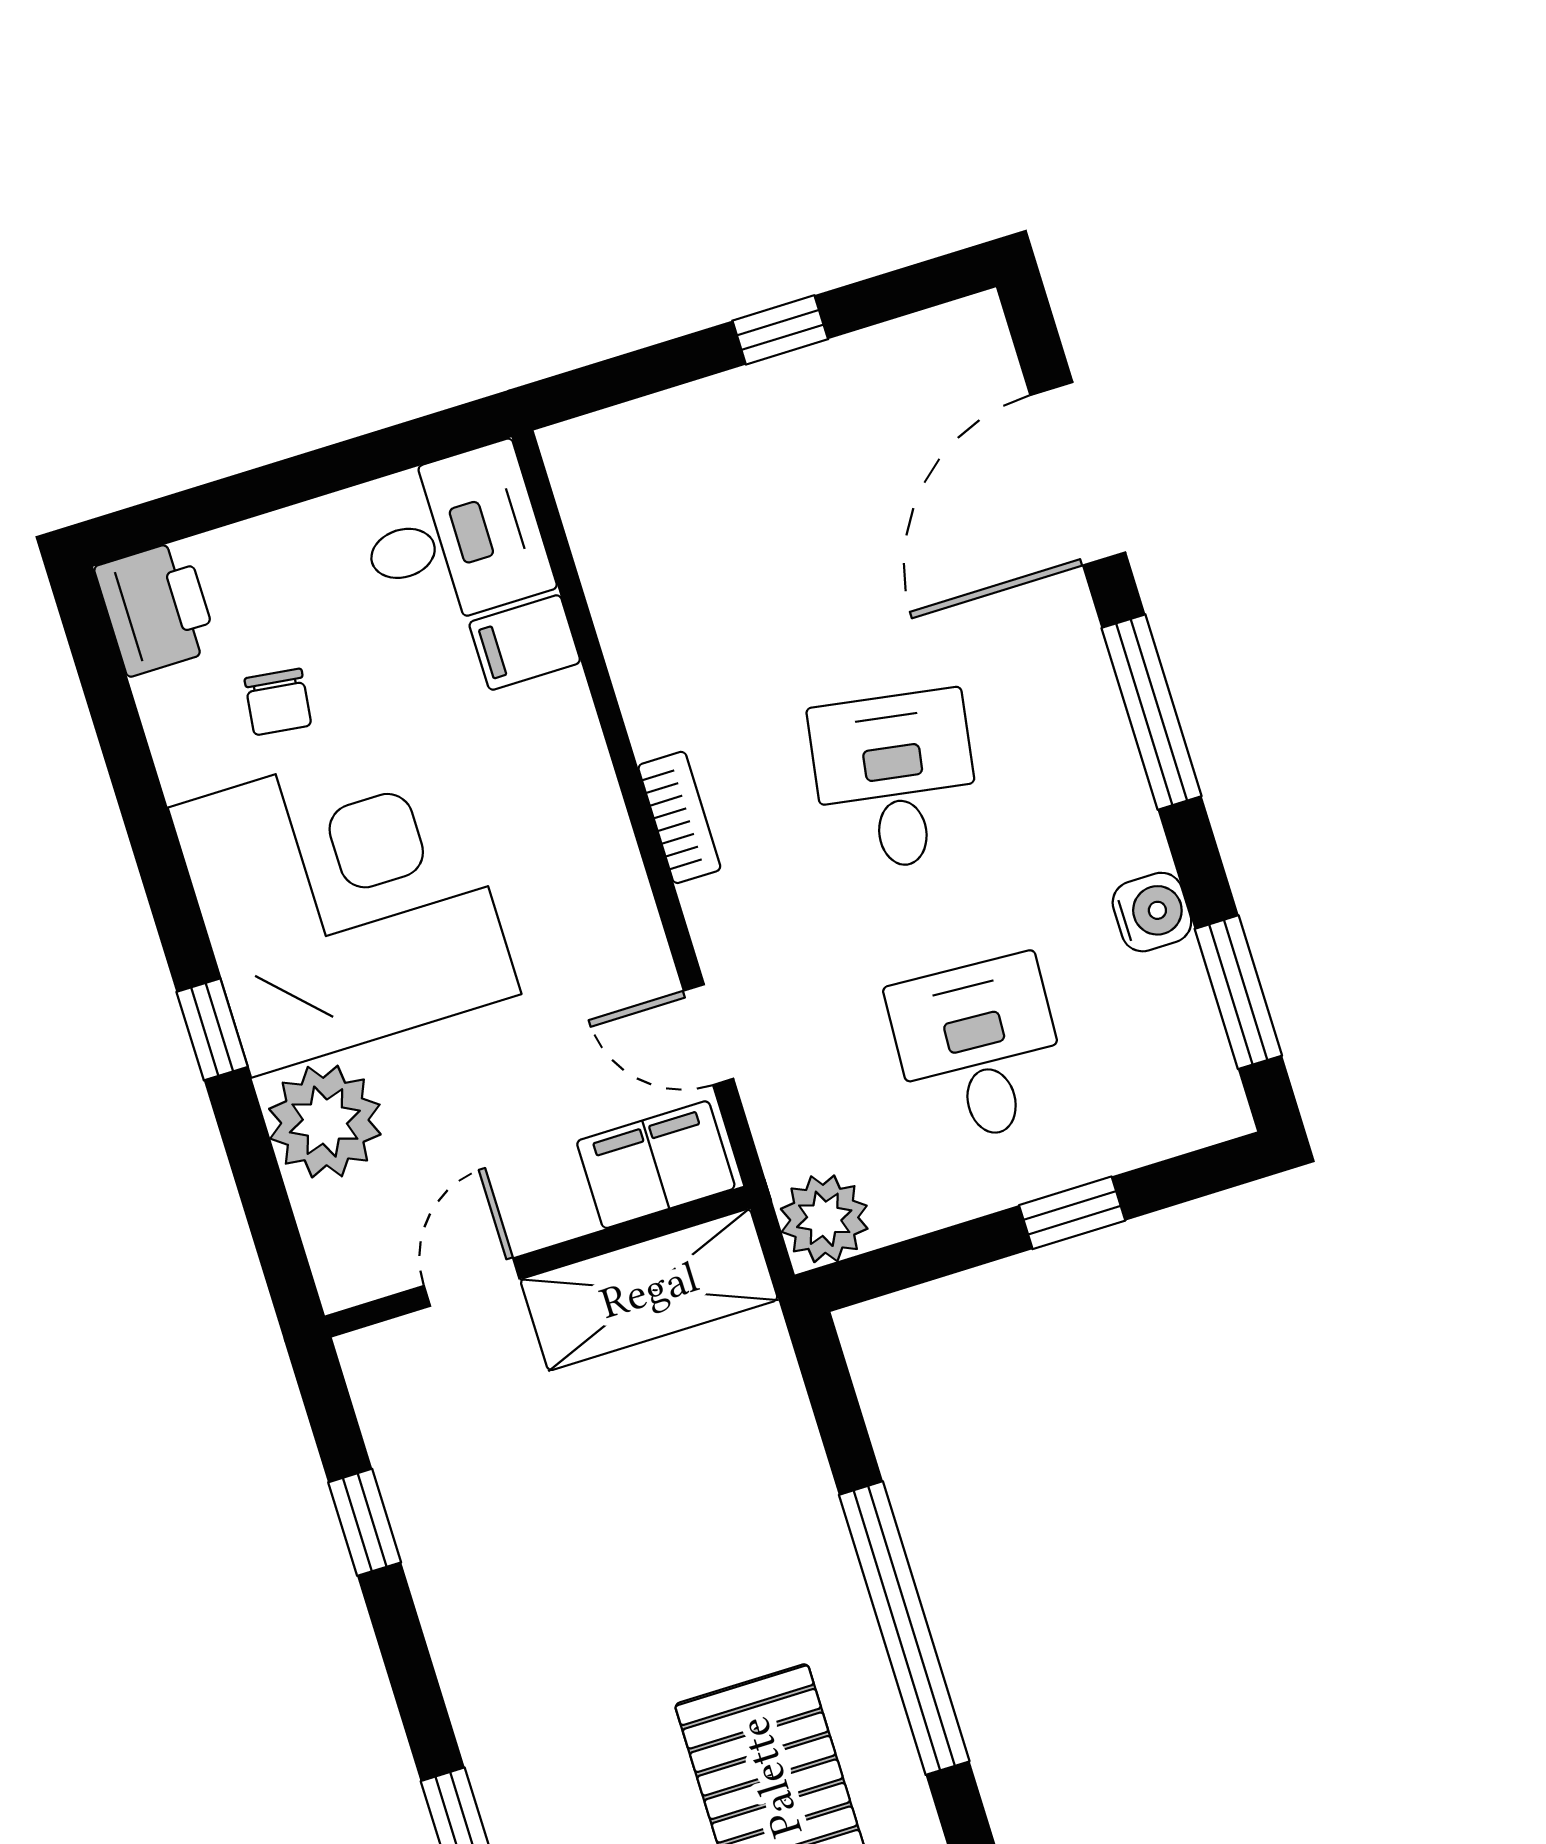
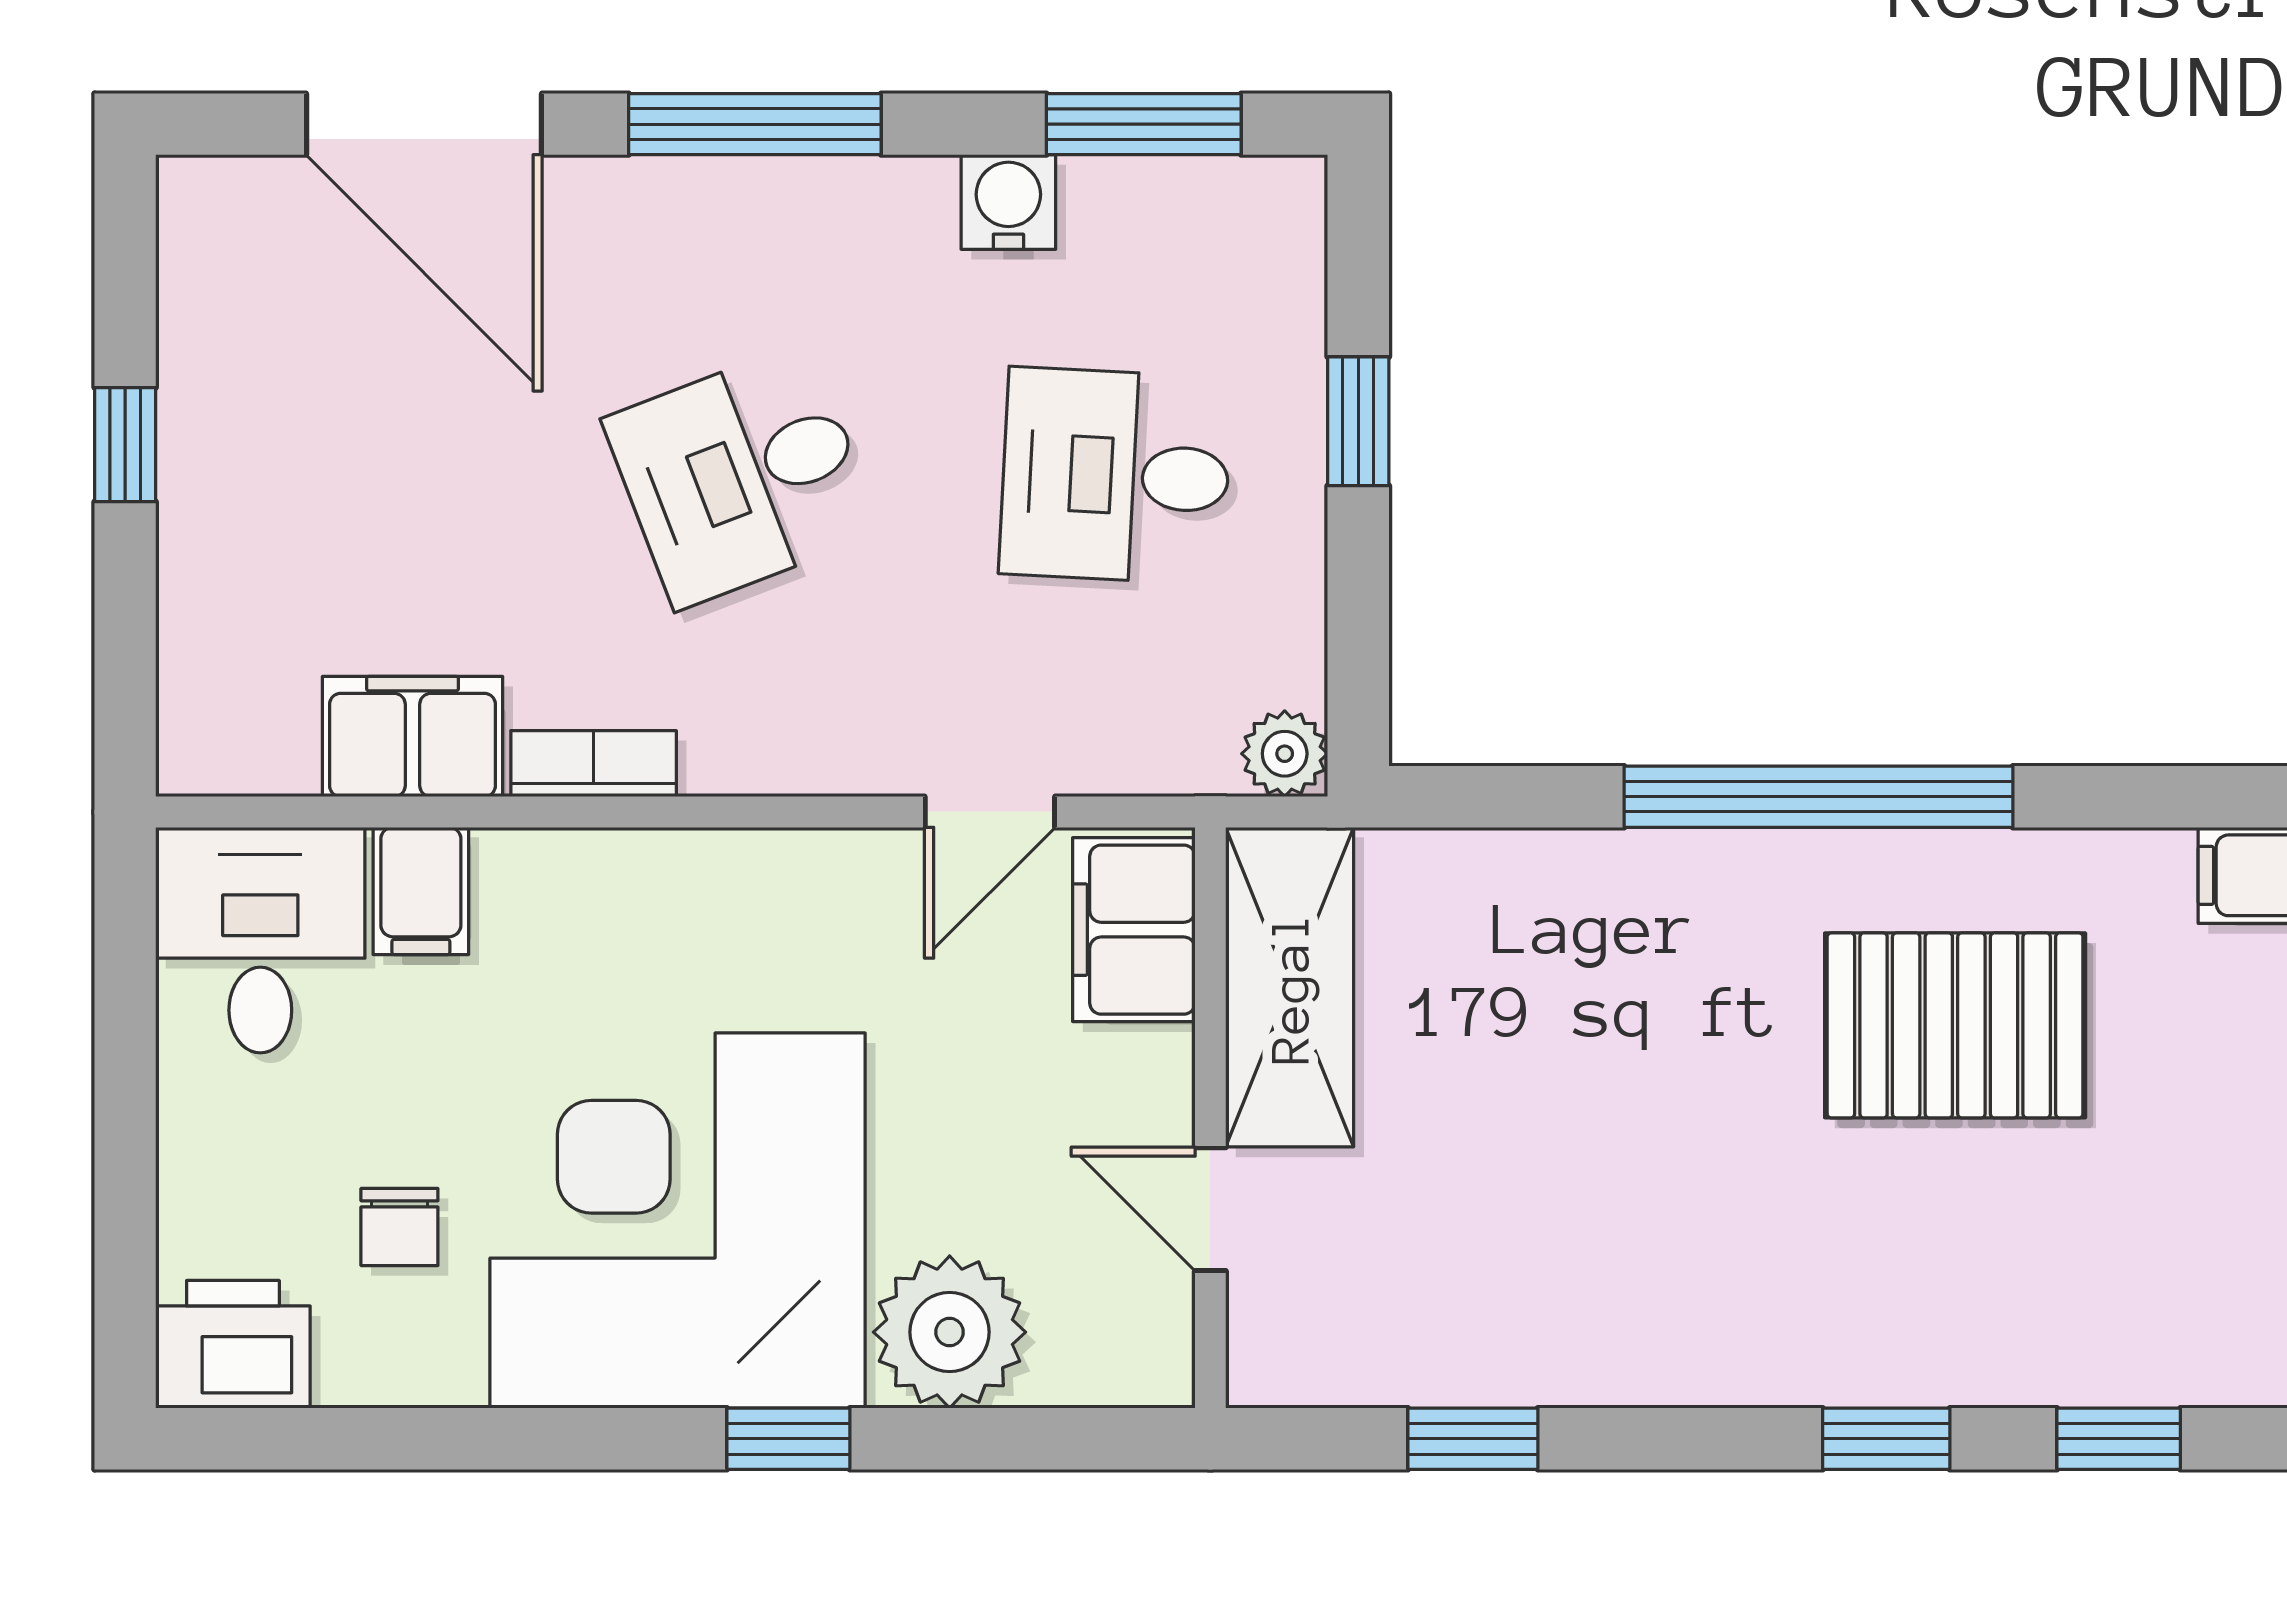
filing cabinet: (634, 602) -> (413, 737), added
chair: (278, 702) -> (399, 1227), turned 83
desk: (895, 781) -> (742, 476), turned -30
bookcase: (679, 817) -> (594, 764), moved
plant: (824, 1219) -> (1285, 754), width x0.73, depth x0.73

